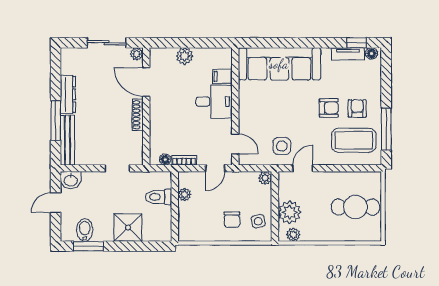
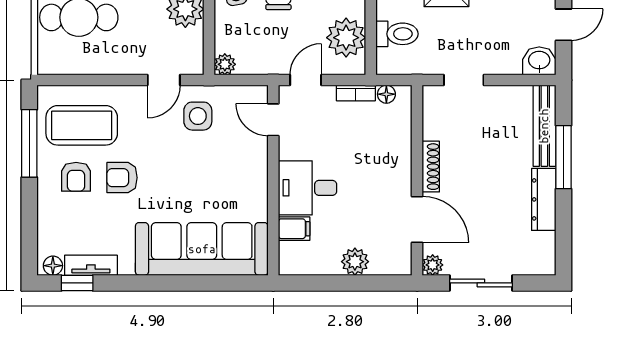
plant: (184, 195) -> (346, 38), width x1.88, depth x1.88

